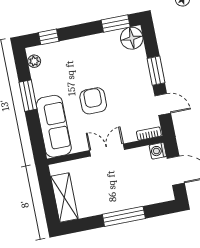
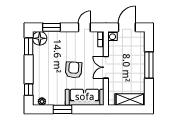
window: (156, 71) -> (52, 27), moved
armchair: (93, 101) -> (74, 70), turned 94

